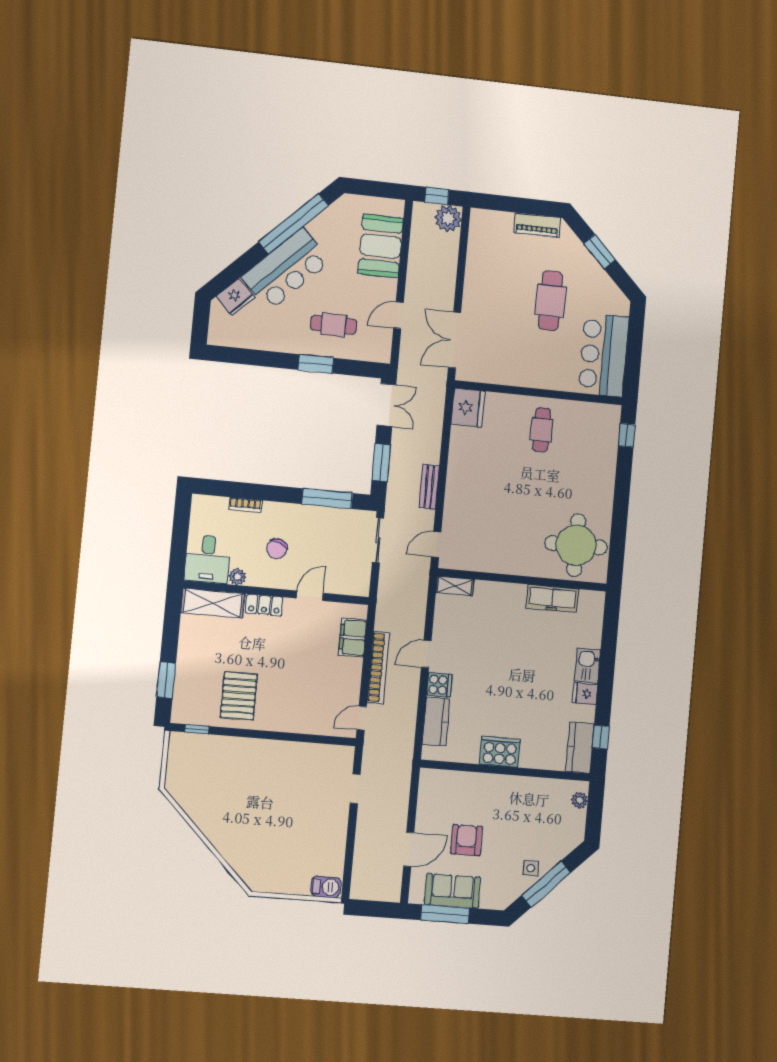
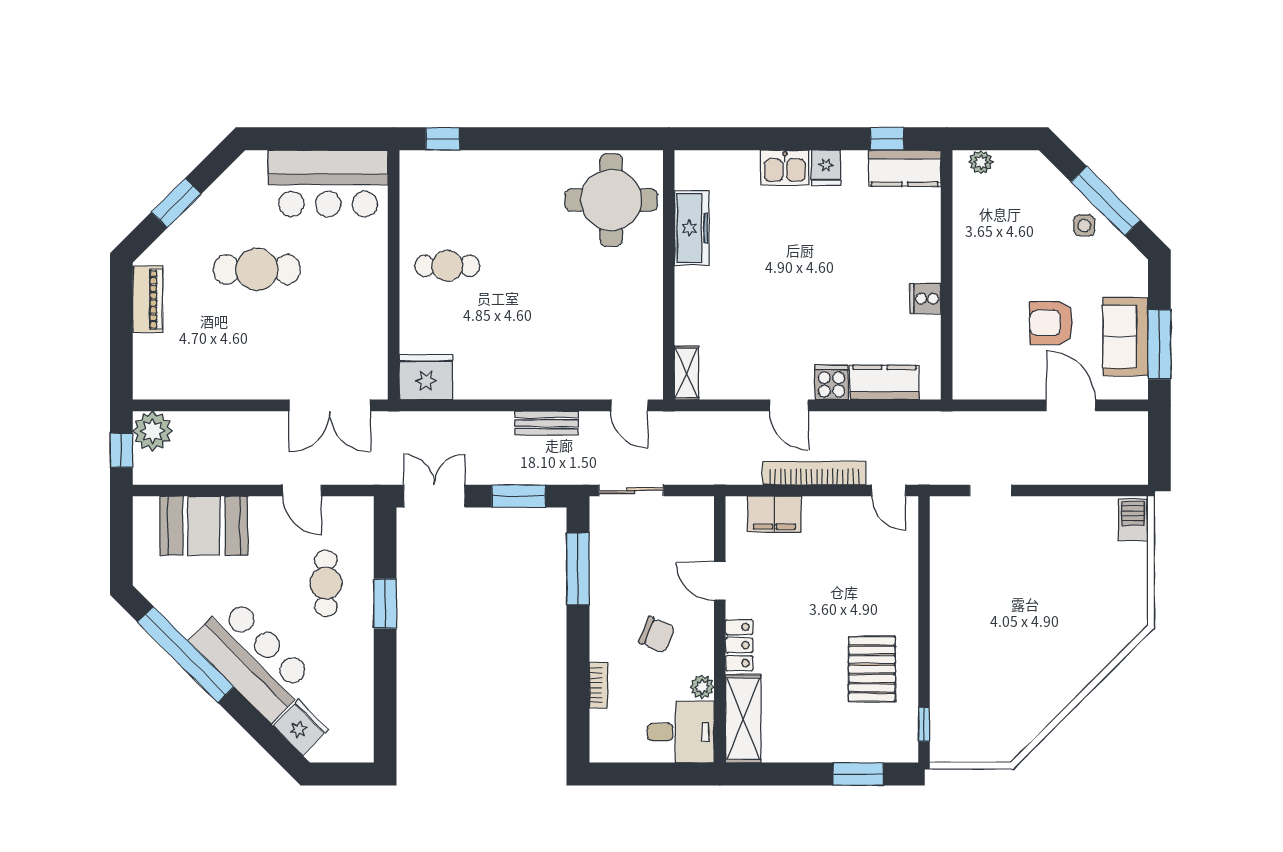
pallet: (239, 696) -> (872, 669), turned 90
cooker: (500, 752) -> (925, 299), width x0.53, depth x0.76

